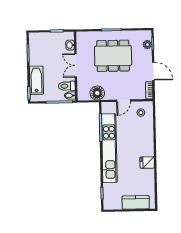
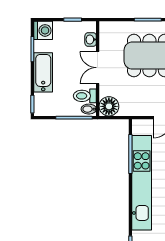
washing machine: (36, 39) -> (43, 30), added
bathtub: (36, 80) -> (43, 72), moved
floor lamp: (97, 93) -> (109, 106), moved

